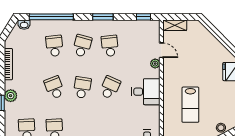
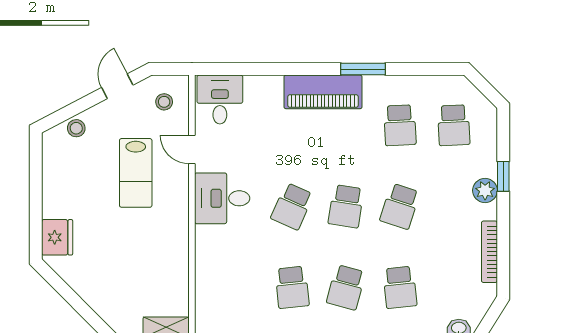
door: (161, 50) -> (192, 149), moved
plant: (155, 64) -> (204, 253), removed
school desk: (54, 88) -> (400, 206), turned 39
lab bench: (190, 105) -> (136, 173), turned 180

